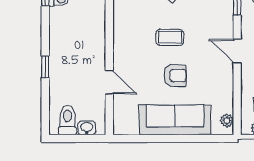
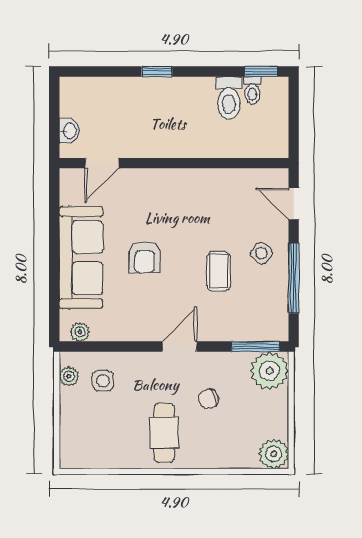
coffee table: (170, 37) -> (219, 271), moved
door: (109, 82) -> (102, 163), moved
toilet: (67, 120) -> (229, 98), moved, turned 90

